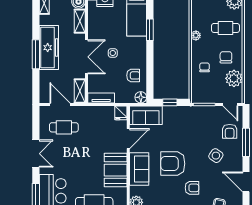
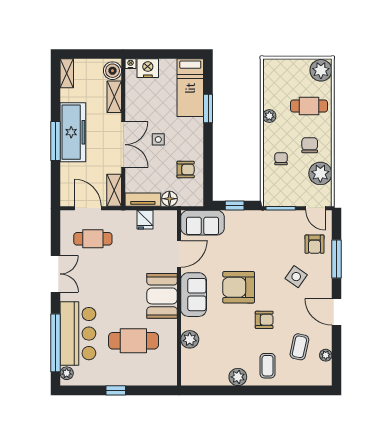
floor lamp: (141, 97) -> (169, 199), moved
fridge: (121, 113) -> (145, 220), moved

